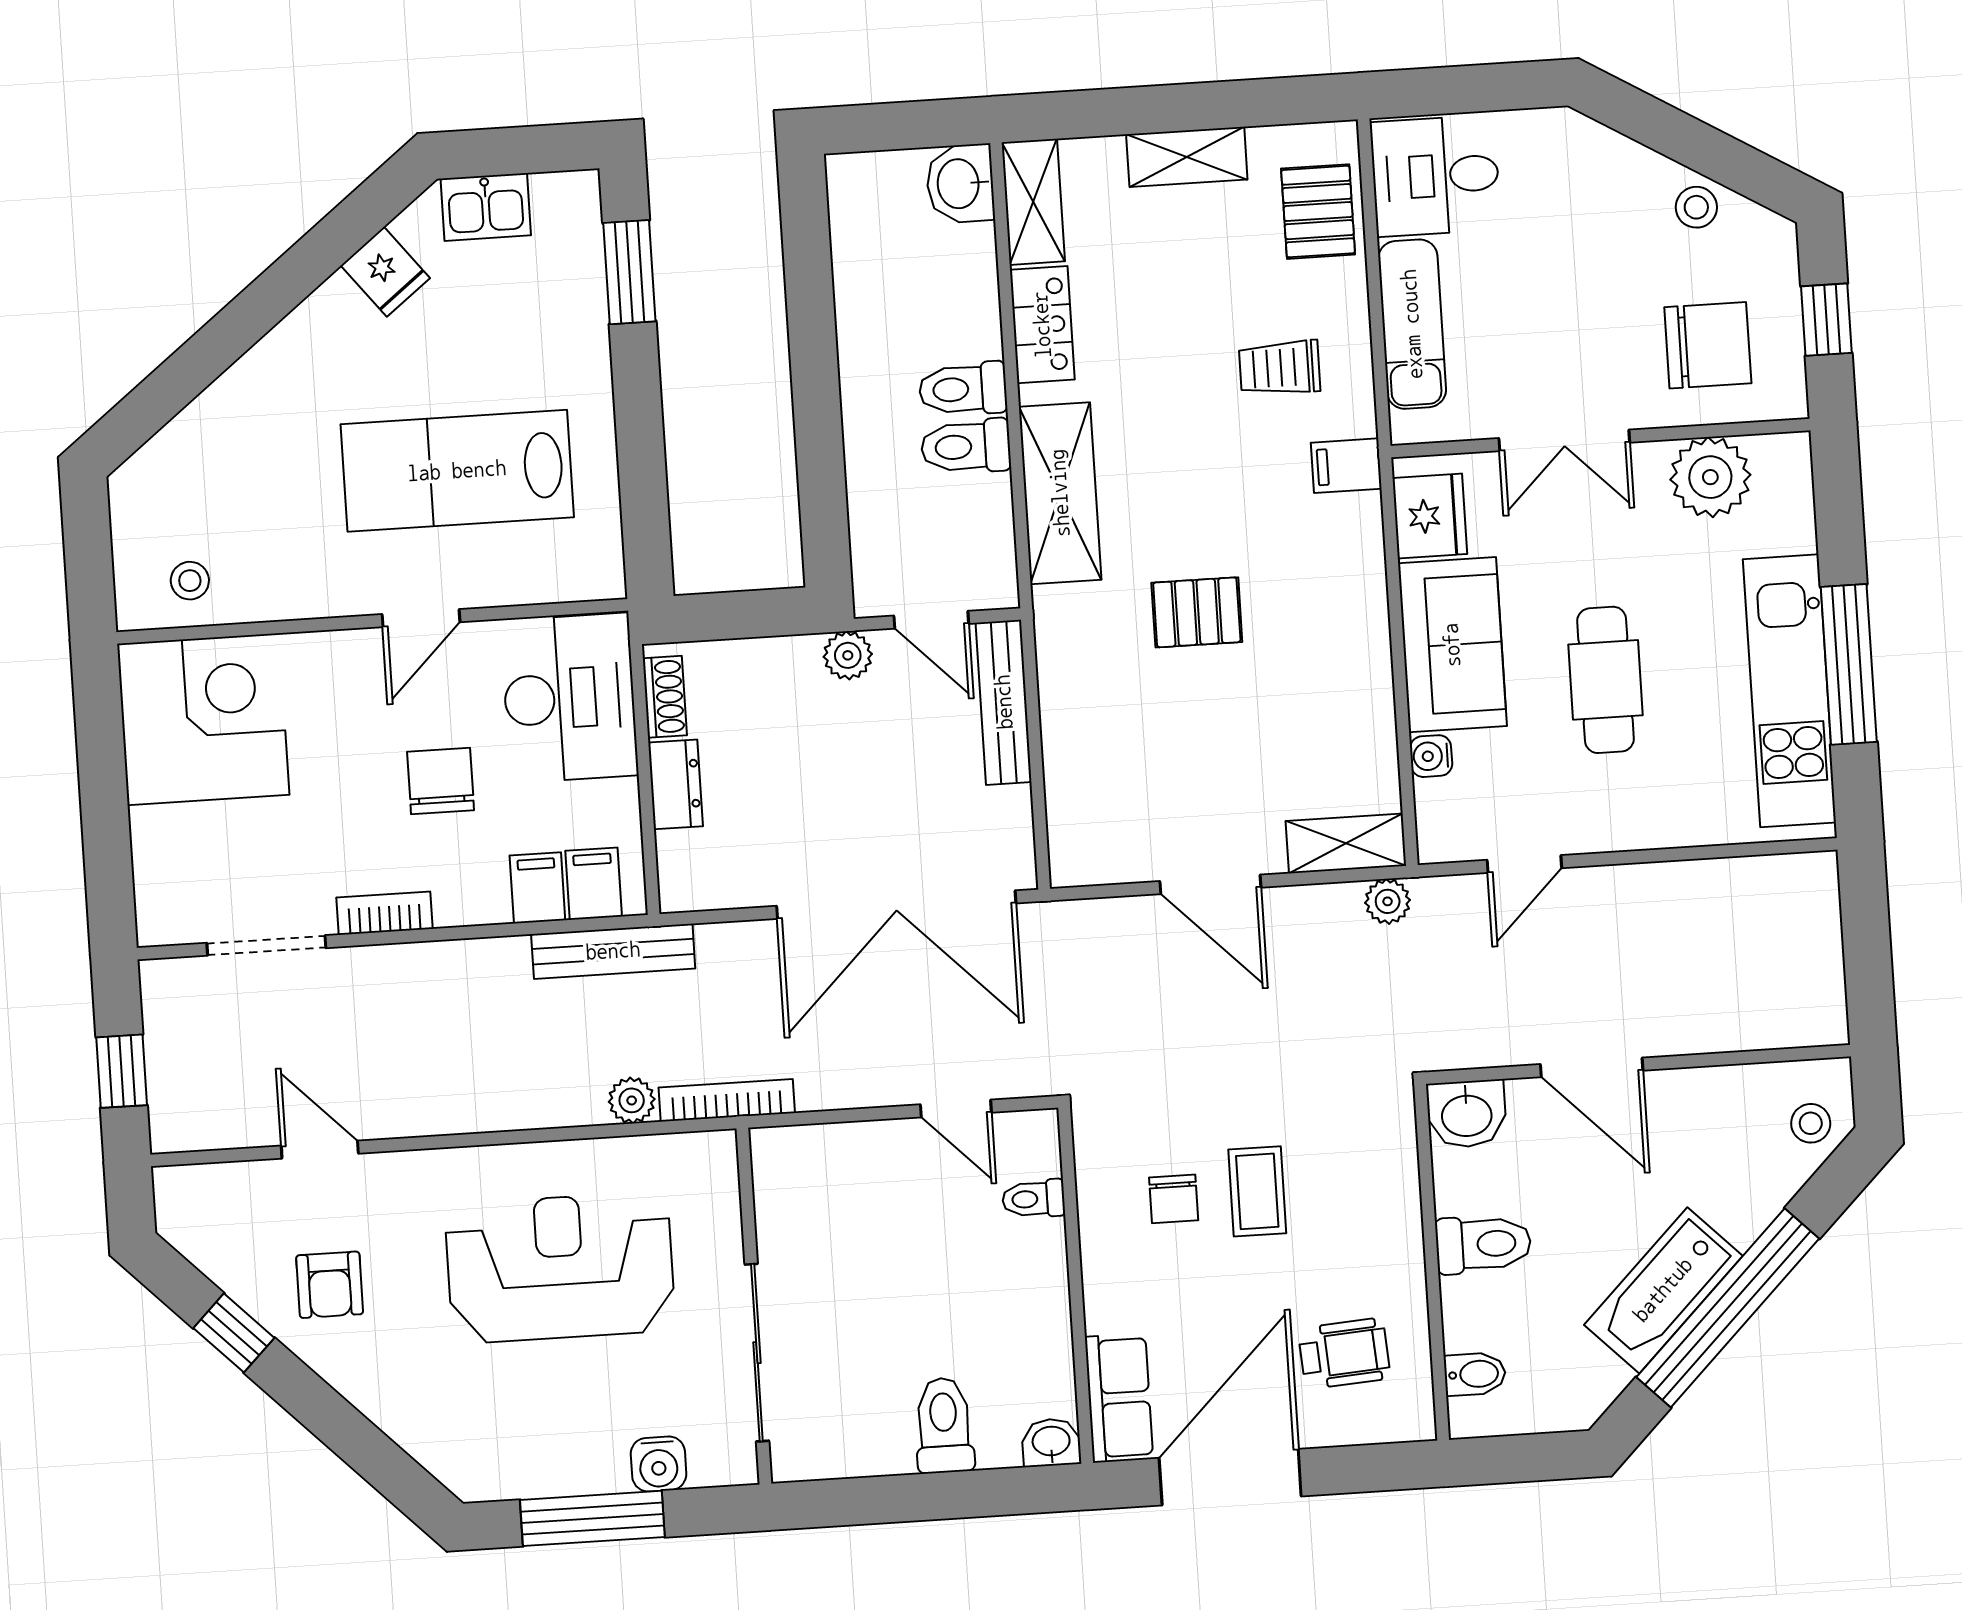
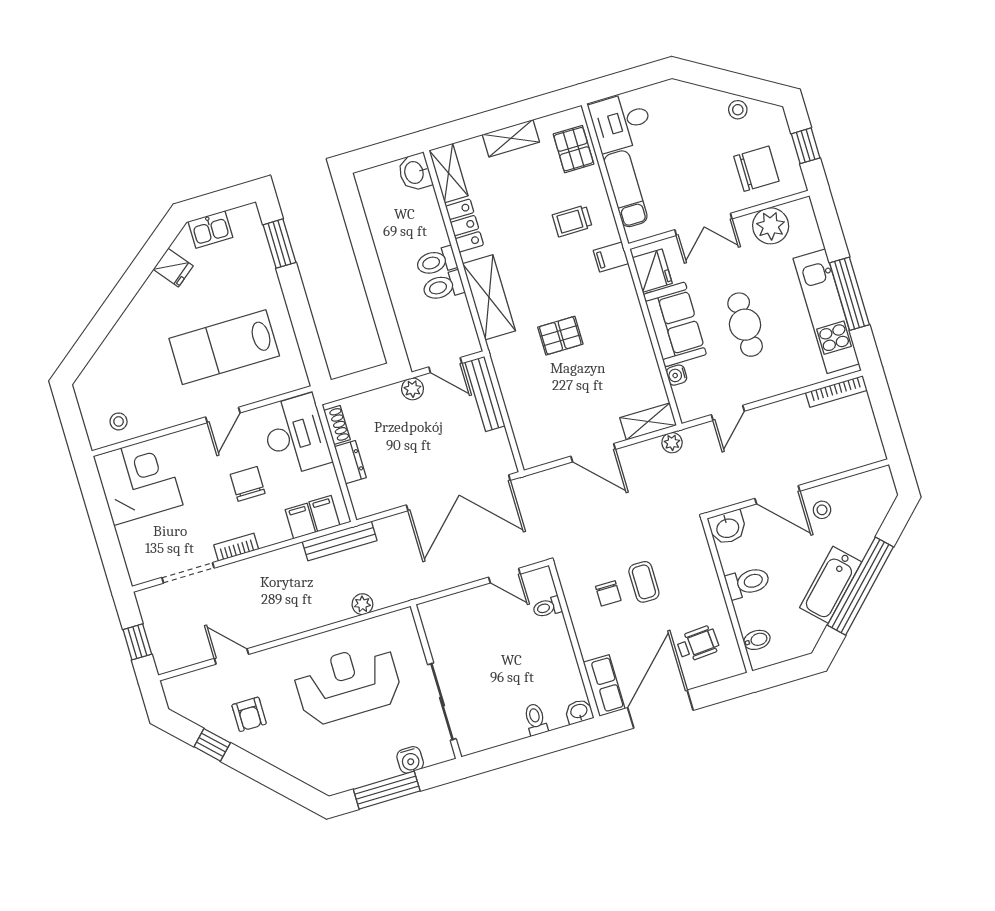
bookcase: (727, 1100) -> (836, 391), moved, turned 180
stool: (1811, 1123) -> (822, 510), moved
toilet: (944, 1425) -> (536, 719), width x0.73, depth x0.72

